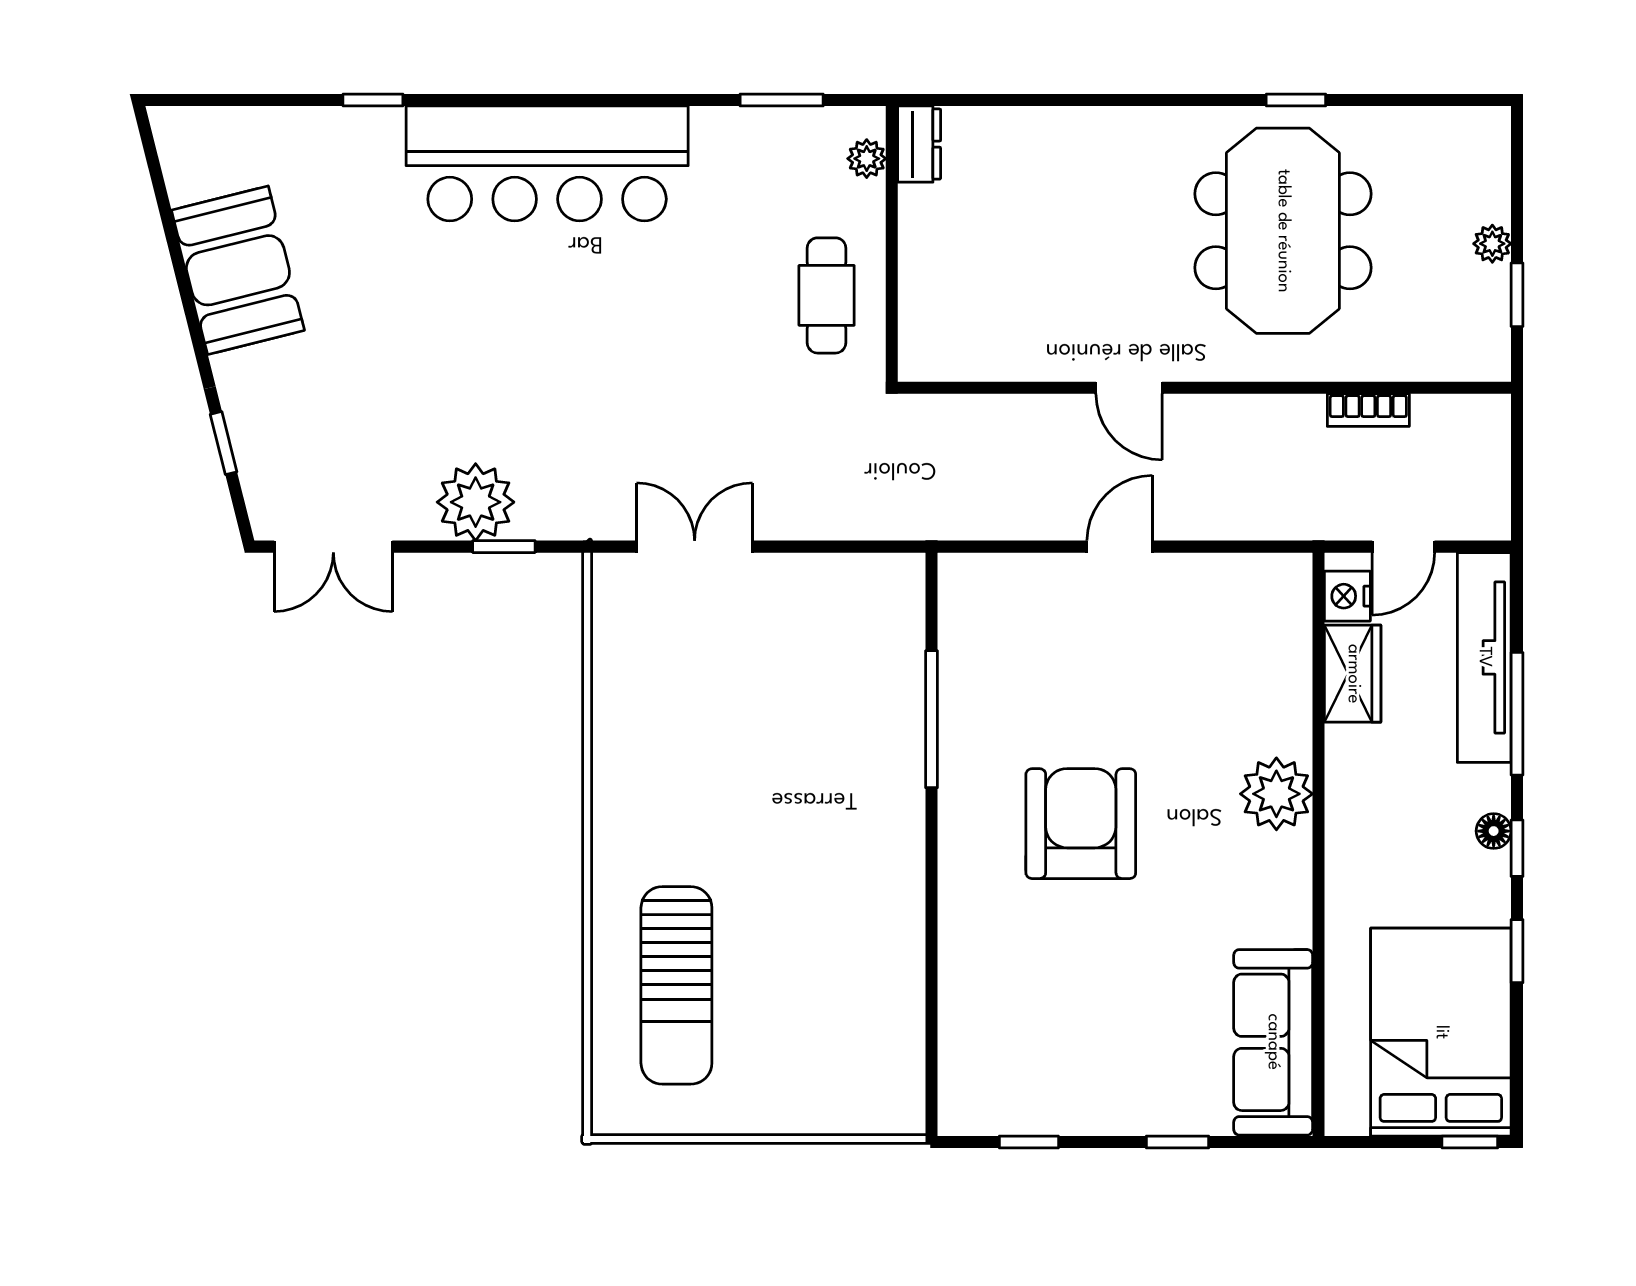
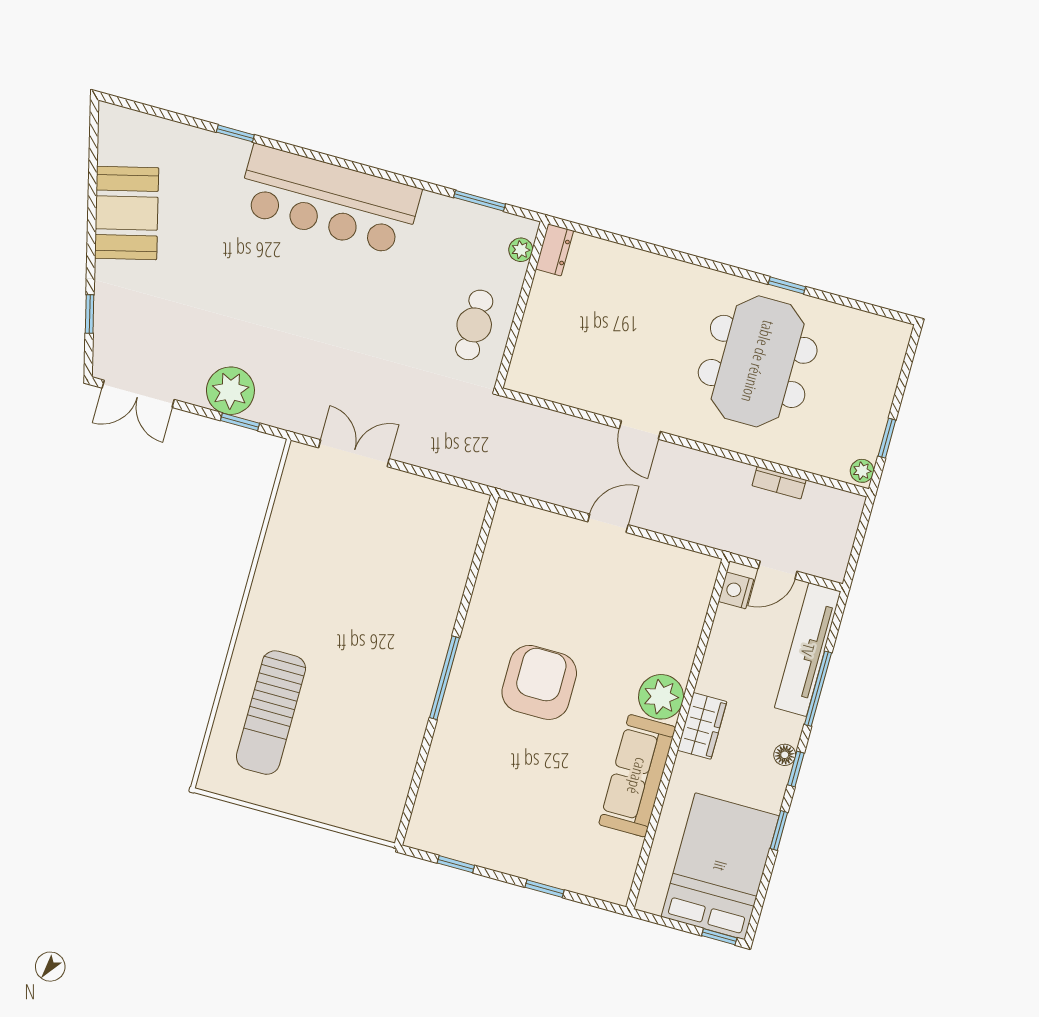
plant: (1492, 244) -> (862, 471), moved
wardrobe: (1353, 674) -> (702, 726), moved
window: (931, 719) -> (445, 678), moved
sofa: (1273, 1042) -> (637, 776), moved

